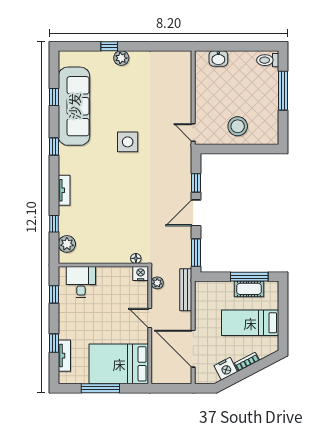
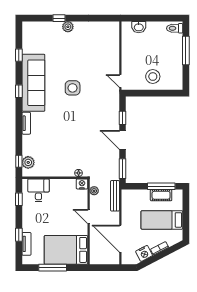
sofa: (74, 106) -> (33, 83), moved
door: (196, 213) -> (122, 140), hinge flipped
window: (54, 224) -> (19, 161), moved

